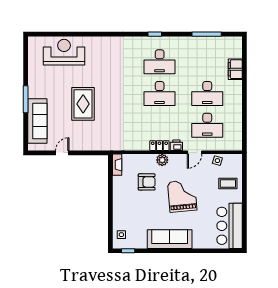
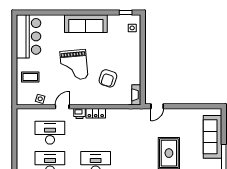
door: (62, 153) -> (157, 106), moved
plant: (162, 160) -> (93, 99), removed
armchair: (147, 182) -> (108, 78), turned -72

